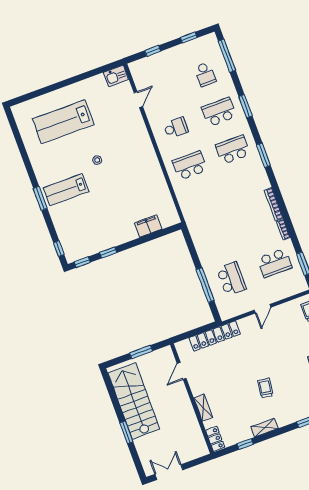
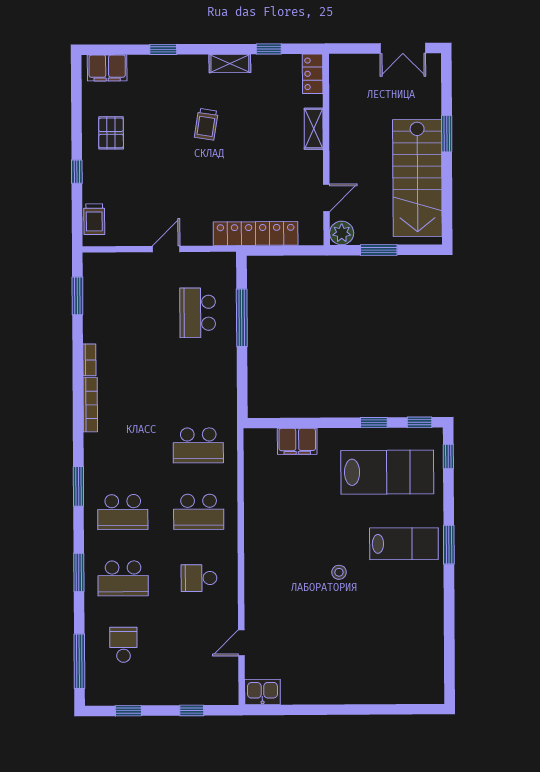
lab bench: (63, 122) -> (387, 472), moved
school desk: (275, 263) -> (198, 445), moved, turned 180
plant: (166, 354) -> (342, 233), added

